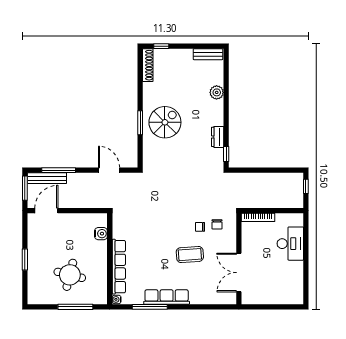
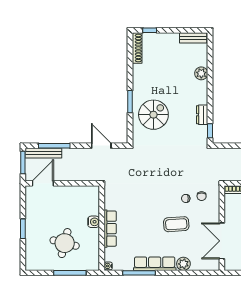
spiral stairs: (165, 122) -> (153, 115), moved
water cooler: (101, 234) -> (94, 222), moved
row of seats: (119, 267) -> (110, 229), width x0.73
plant: (198, 297) -> (183, 264), added

